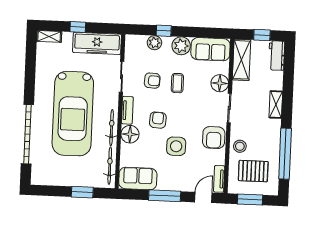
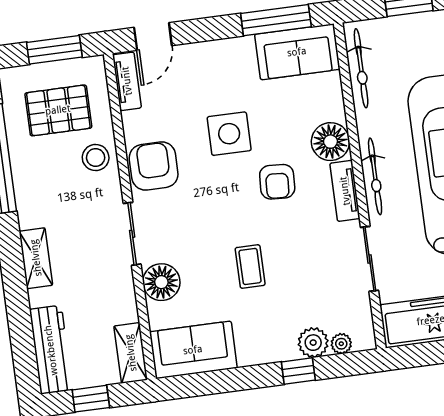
plant: (181, 46) -> (341, 344), moved, width x0.53, depth x0.53
workbench: (277, 56) -> (51, 350), width x1.37
shelving: (241, 60) -> (131, 353), width x0.67, depth x0.75
armchair: (152, 81) -> (304, 262), removed
bicycle: (112, 128) -> (375, 176), moved
window: (165, 196) -> (276, 20), moved

